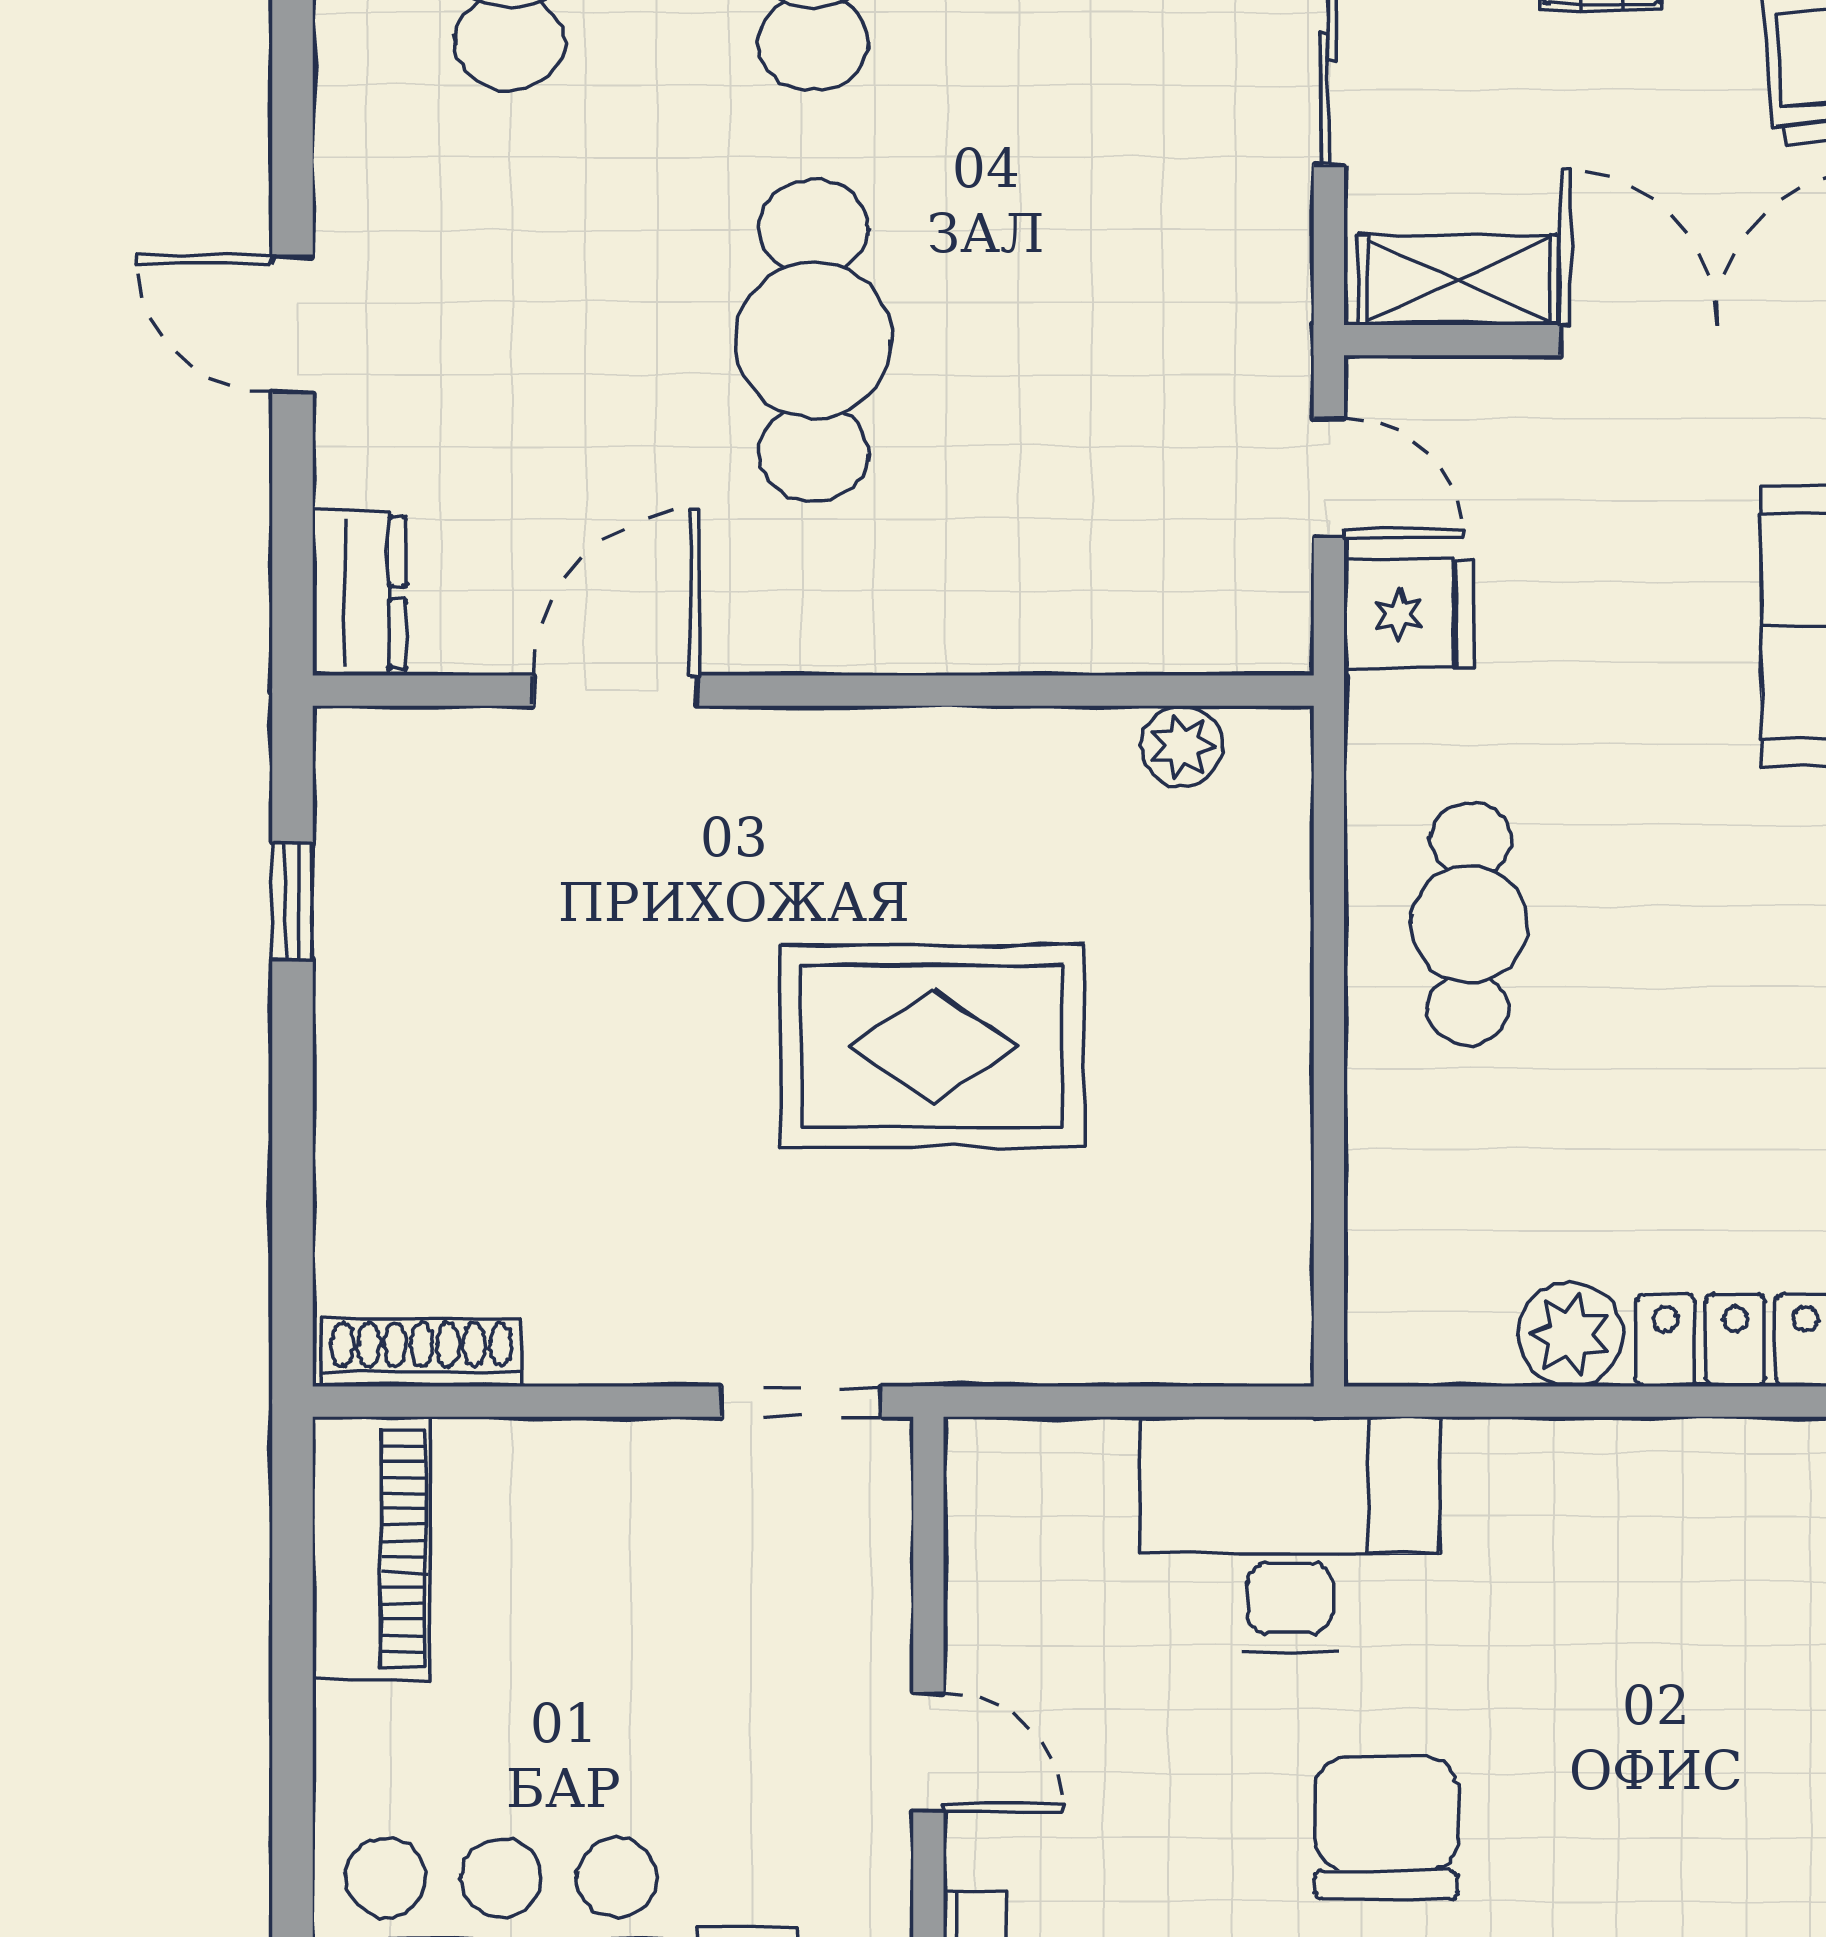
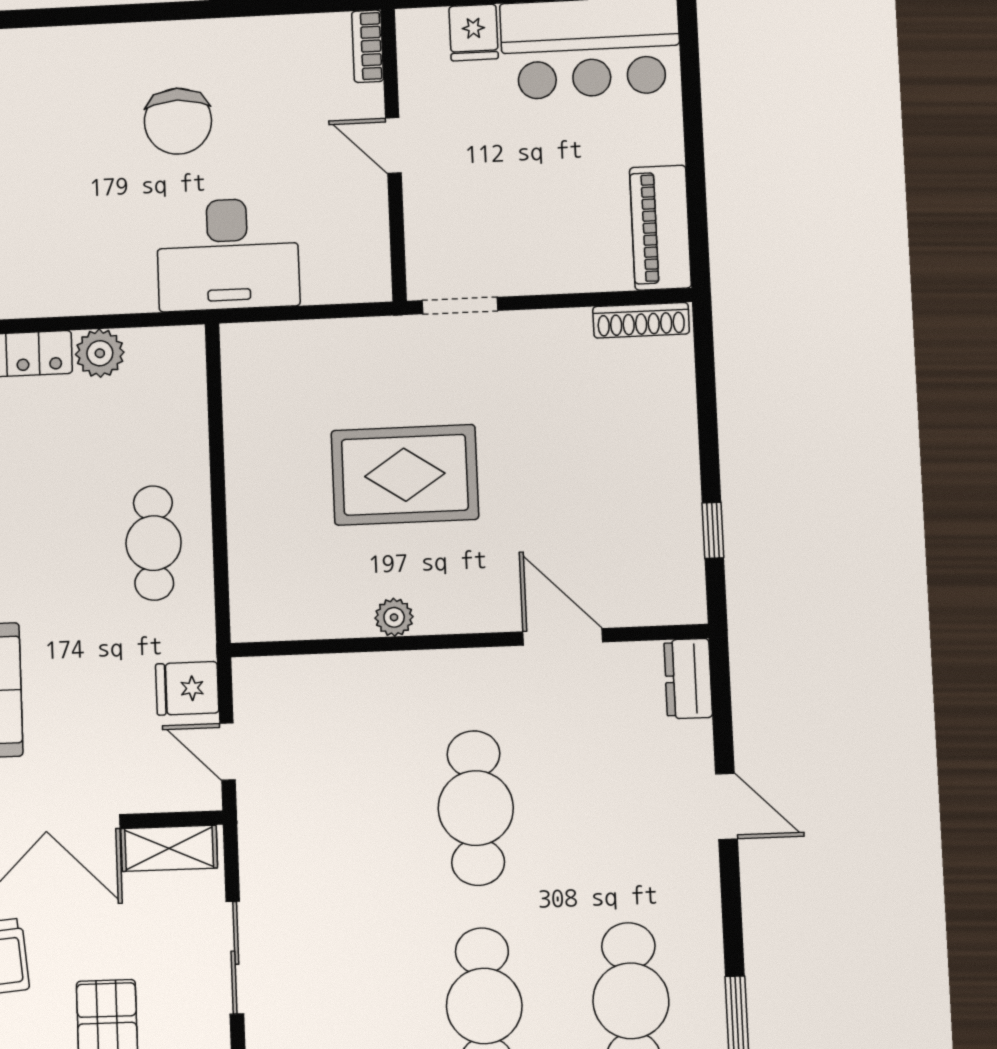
door: (616, 691) -> (563, 637), swing flipped
plant: (1182, 746) -> (394, 617), moved

